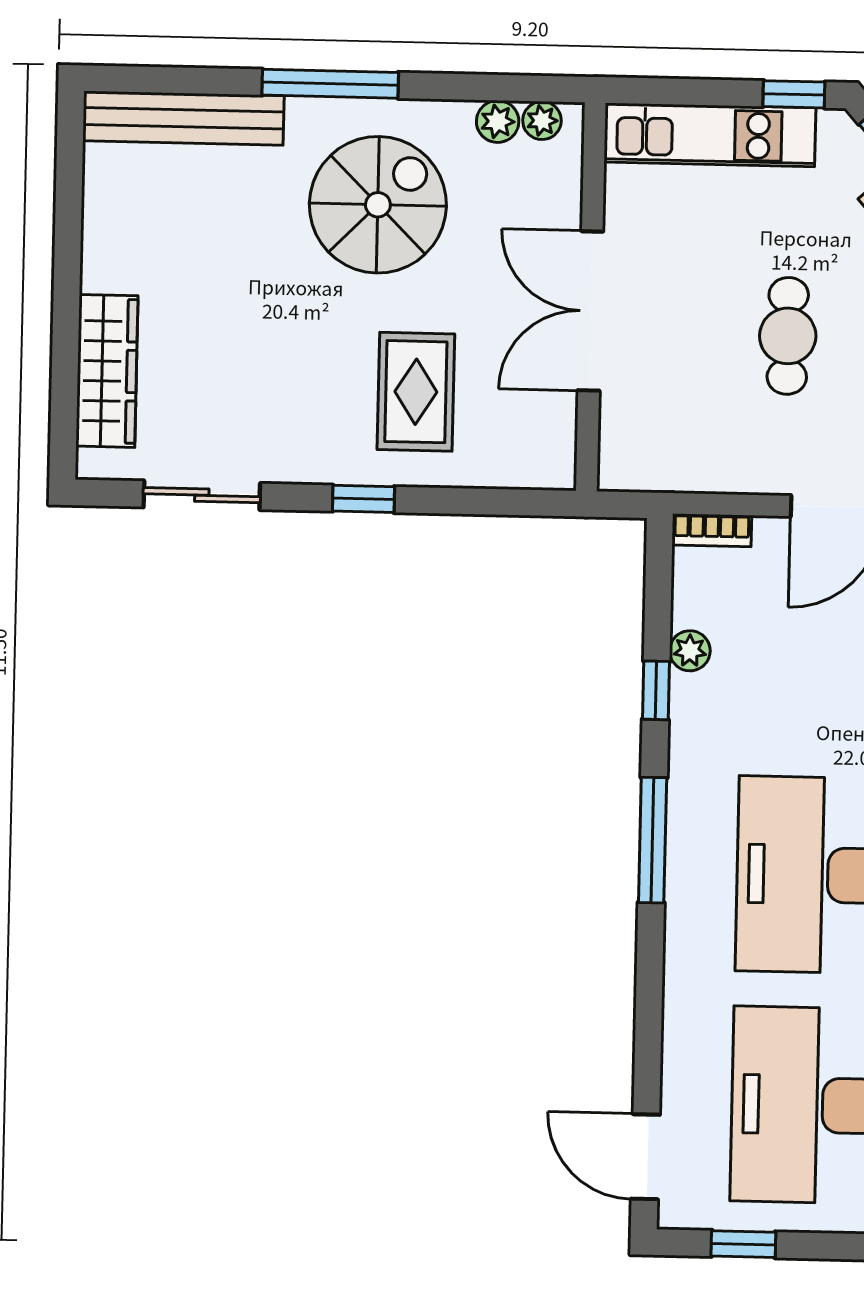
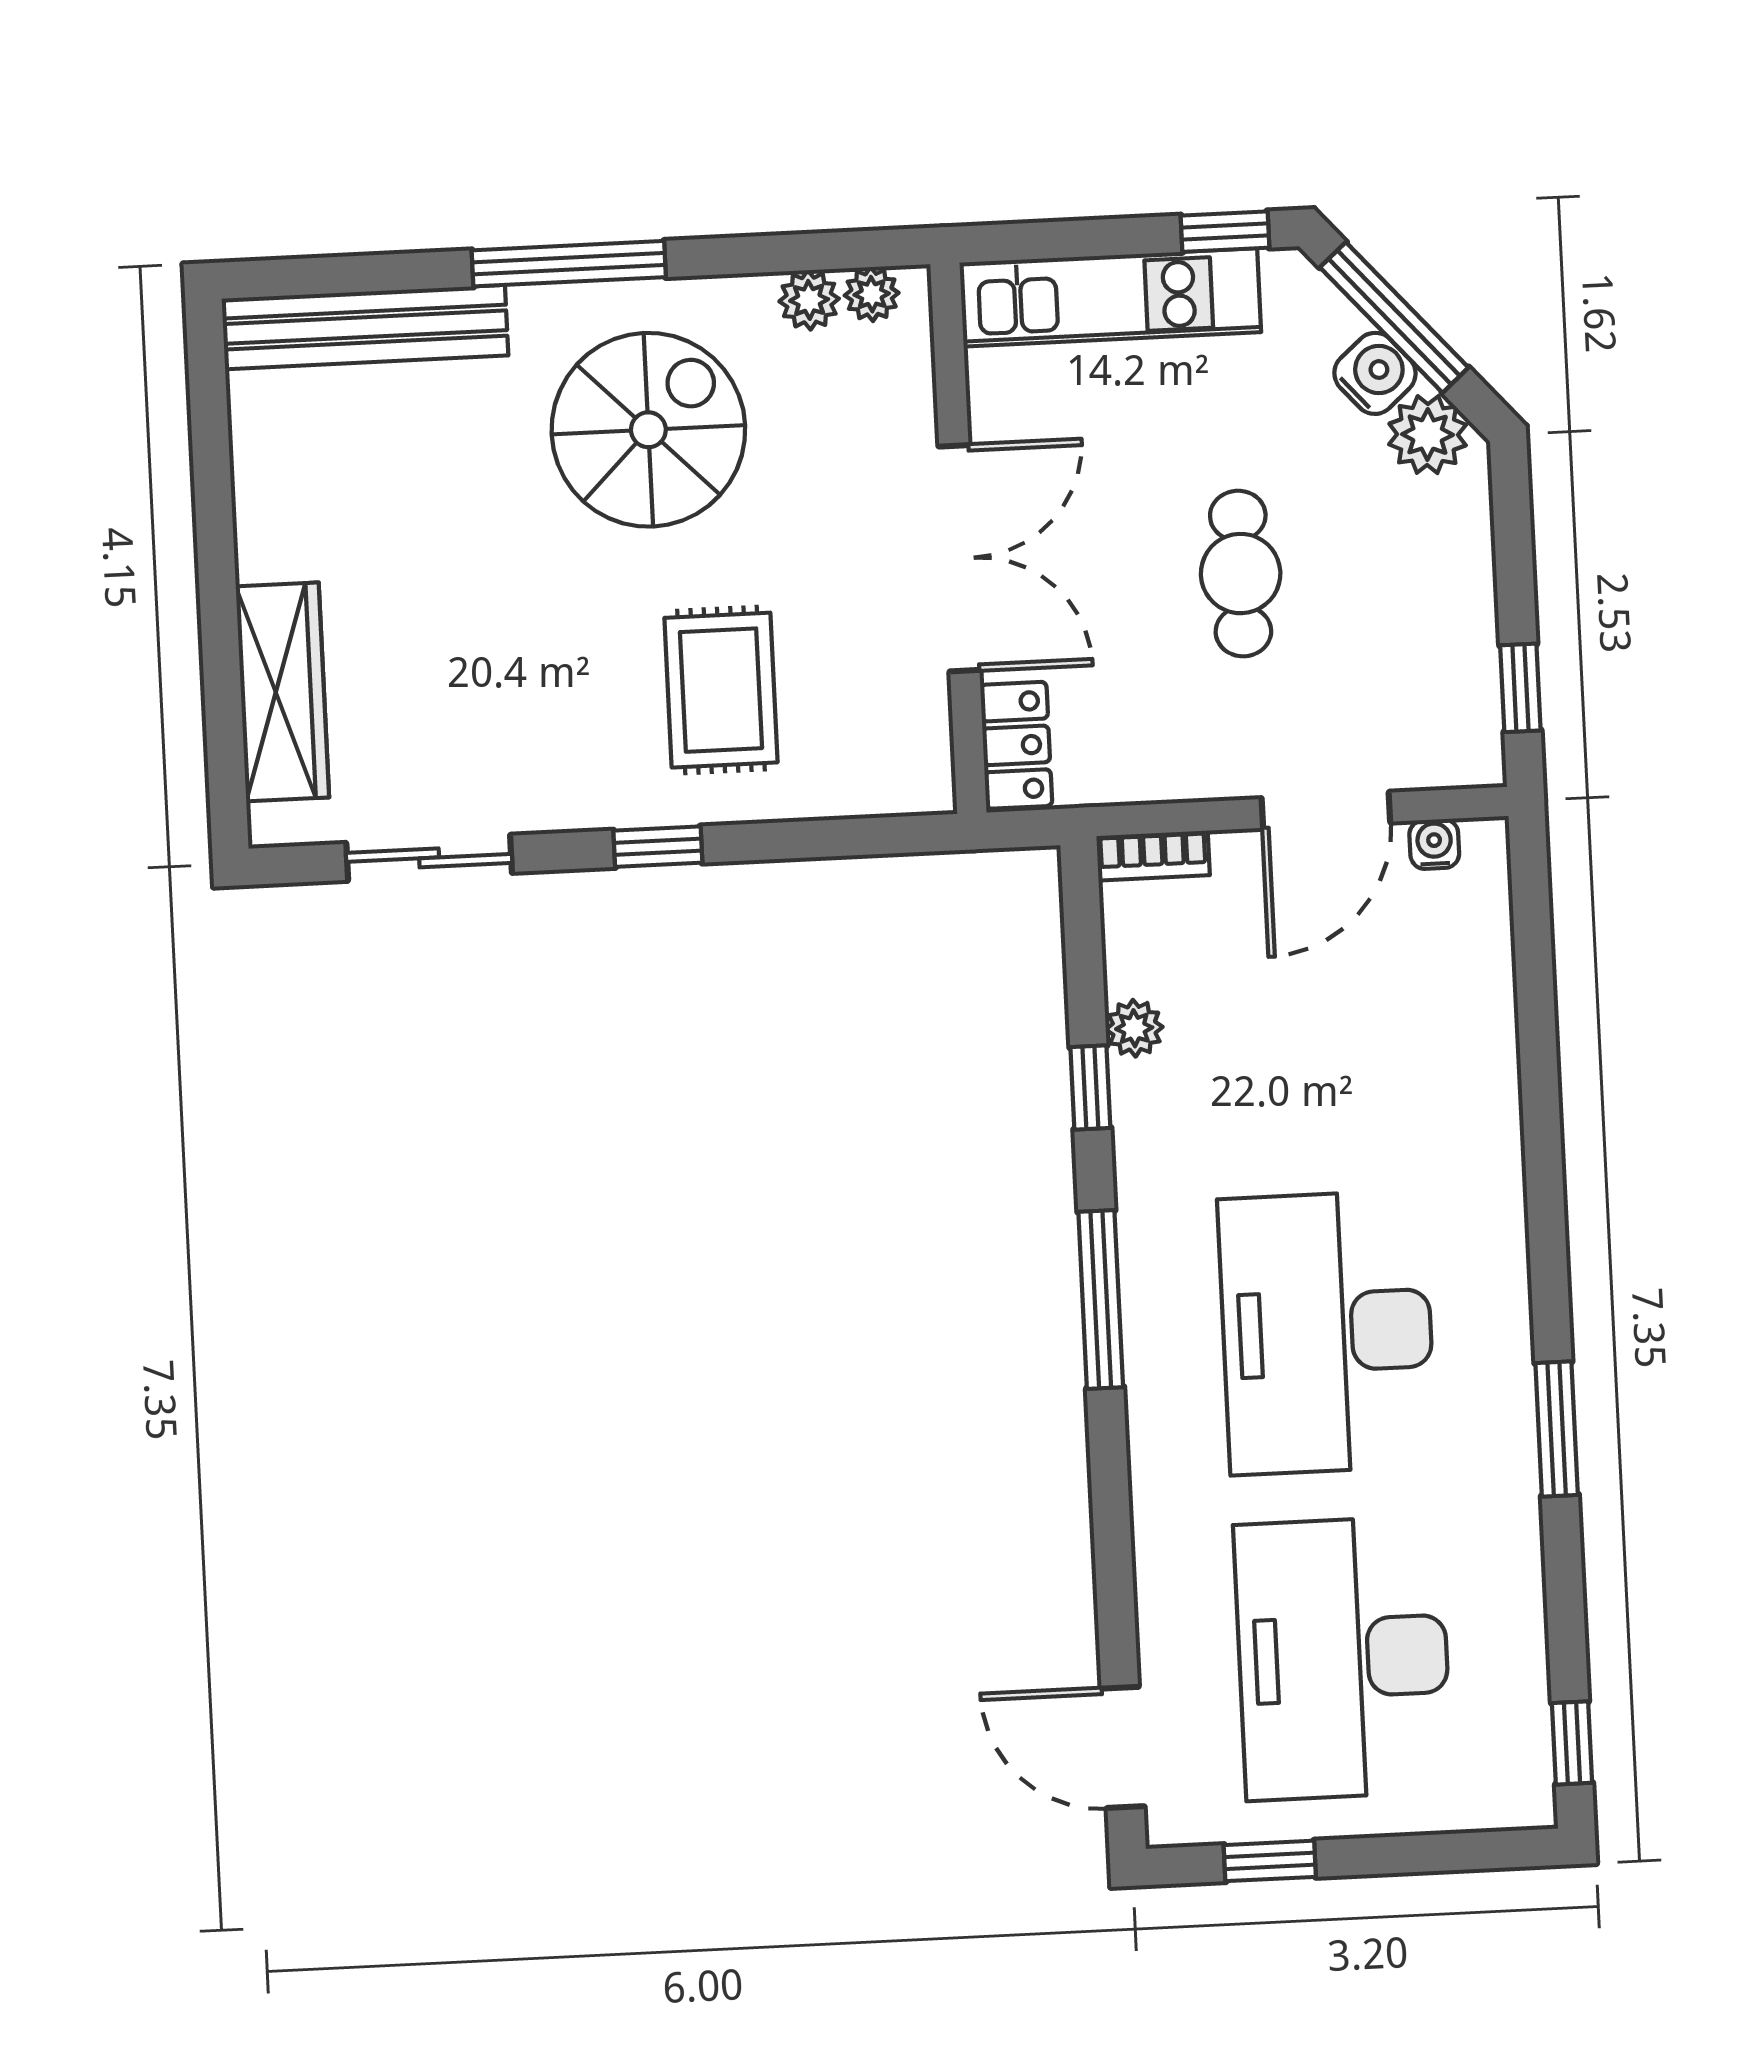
double door: (590, 311) -> (959, 558), swing flipped
locker: (621, 446) -> (1016, 745), added

